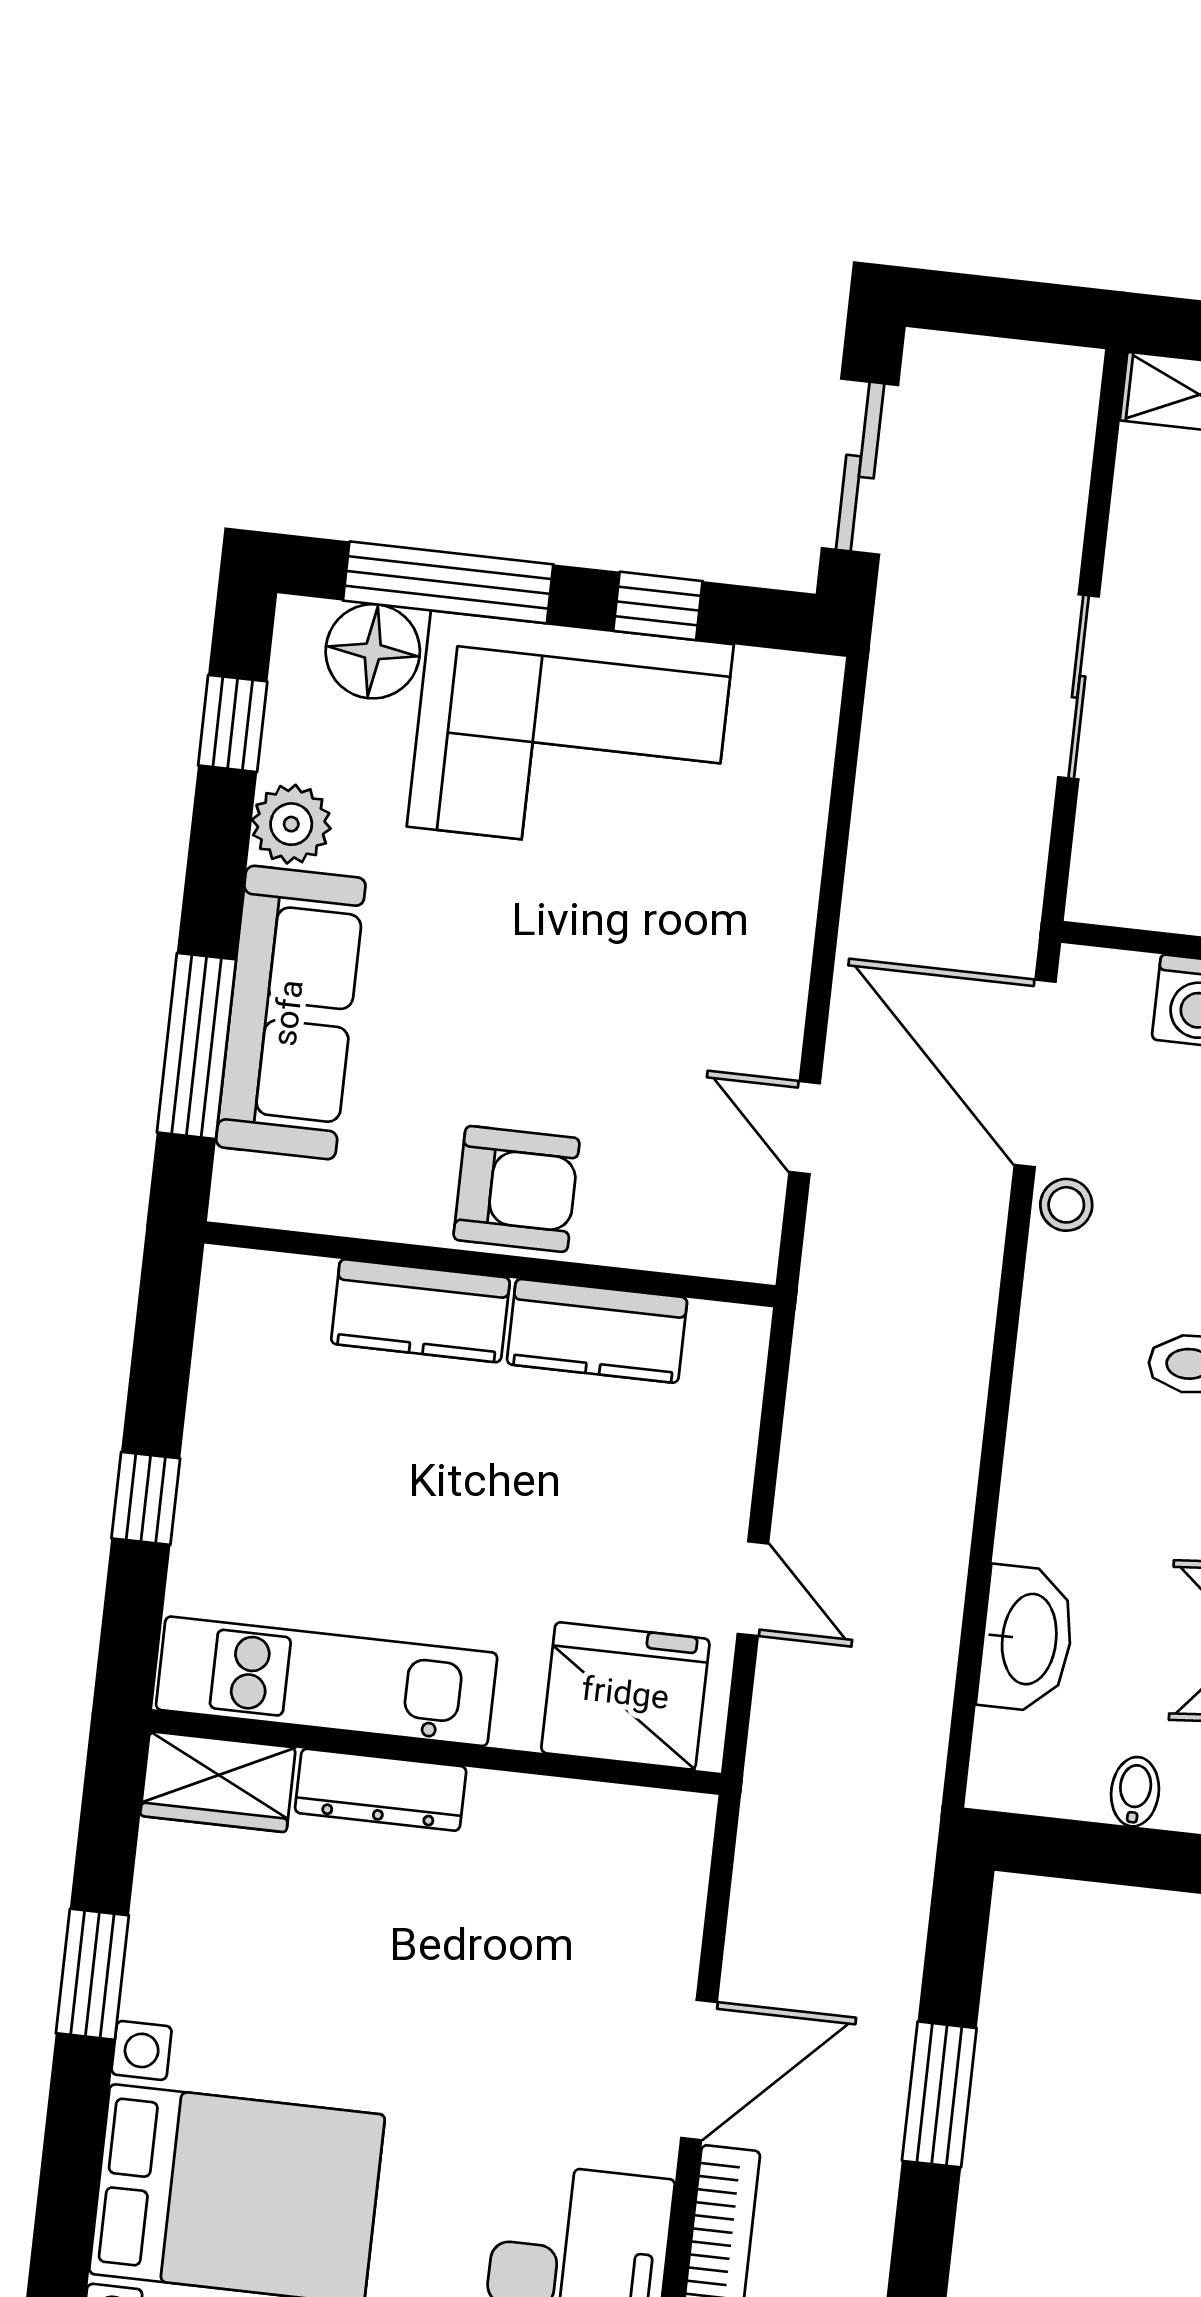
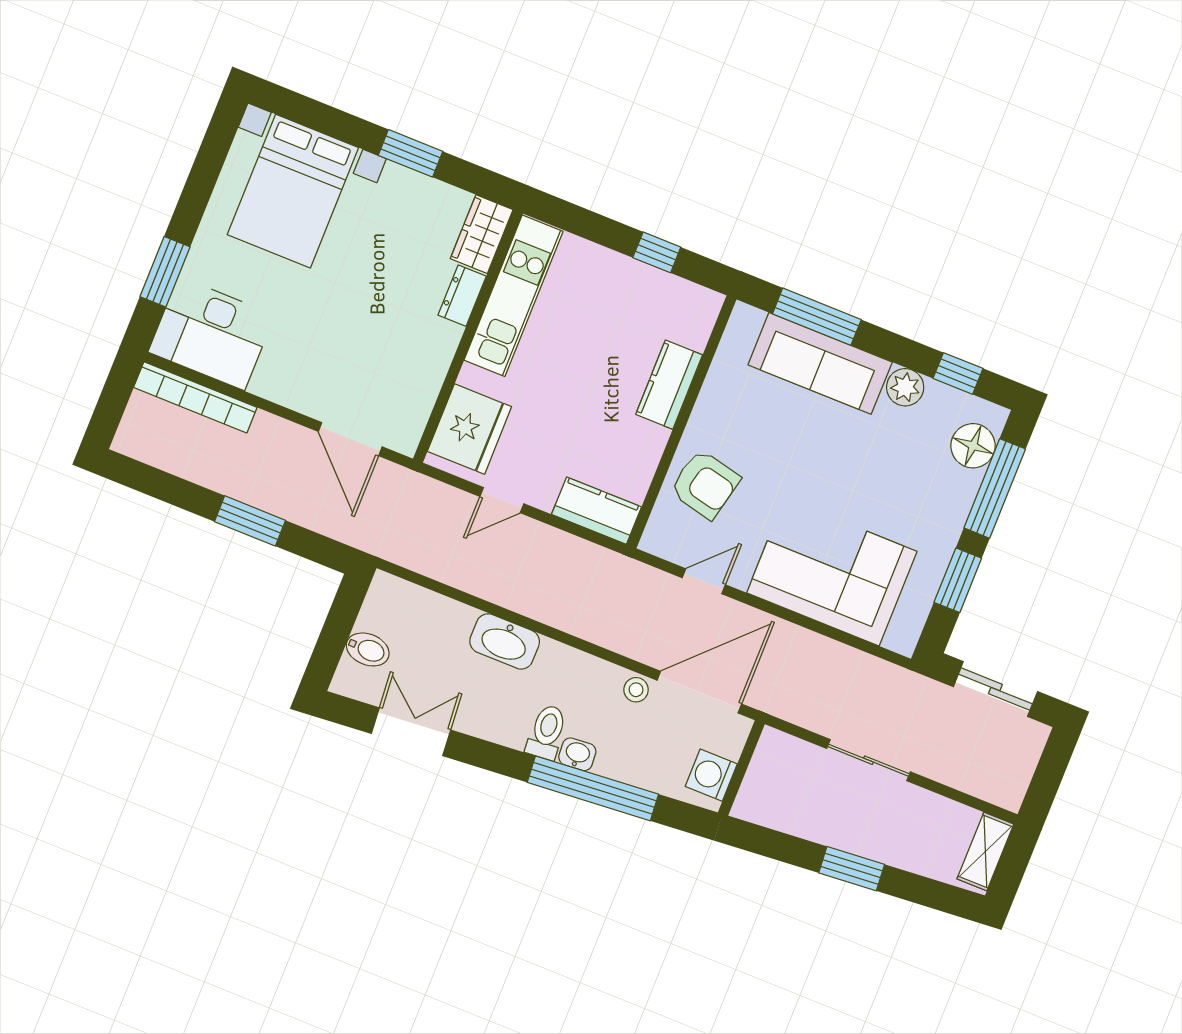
window: (658, 606) -> (958, 580), width x1.50
corner sofa: (570, 735) -> (832, 572), moved, turned 90
armchair: (516, 1189) -> (705, 484), moved, turned -77
kitchen counter: (597, 1331) -> (596, 511), moved, turned 90
window: (146, 1498) -> (657, 252), moved
washbasin: (1027, 1639) -> (505, 641), moved
dresser: (381, 1790) -> (462, 296), width x0.70
bidet: (1135, 1792) -> (368, 649), width x1.38, depth x1.36
door: (699, 2070) -> (350, 439), moved

